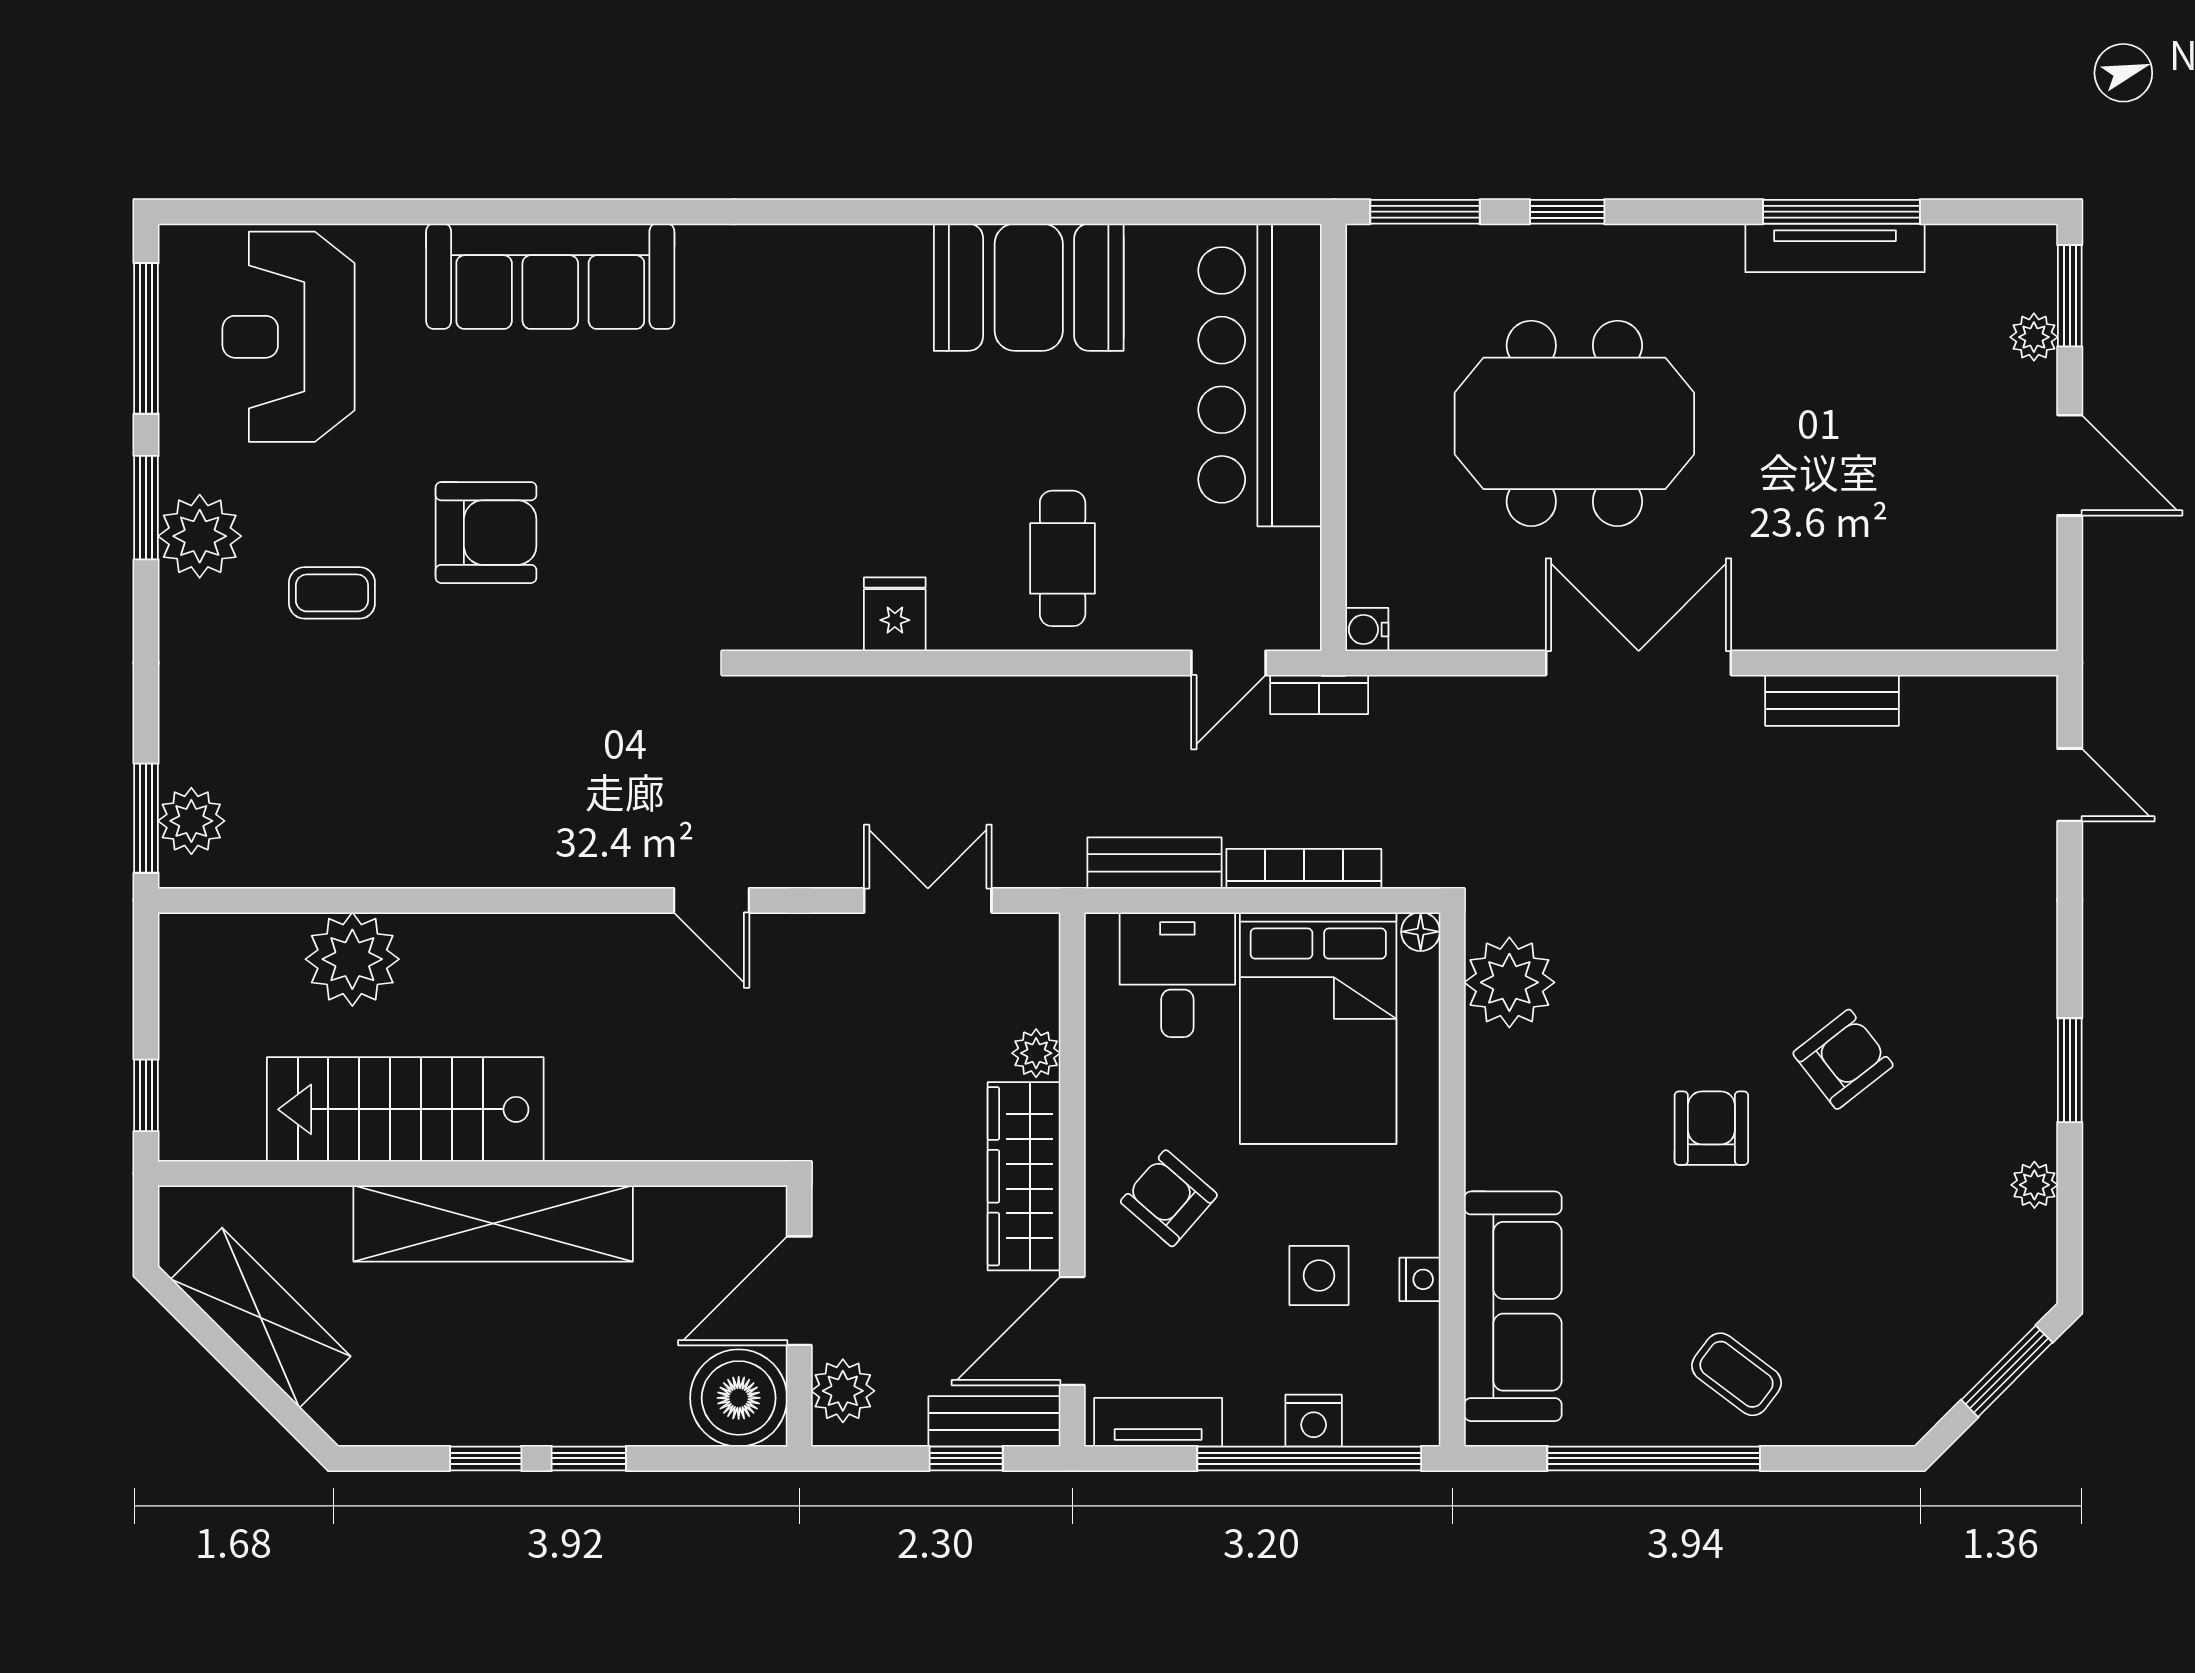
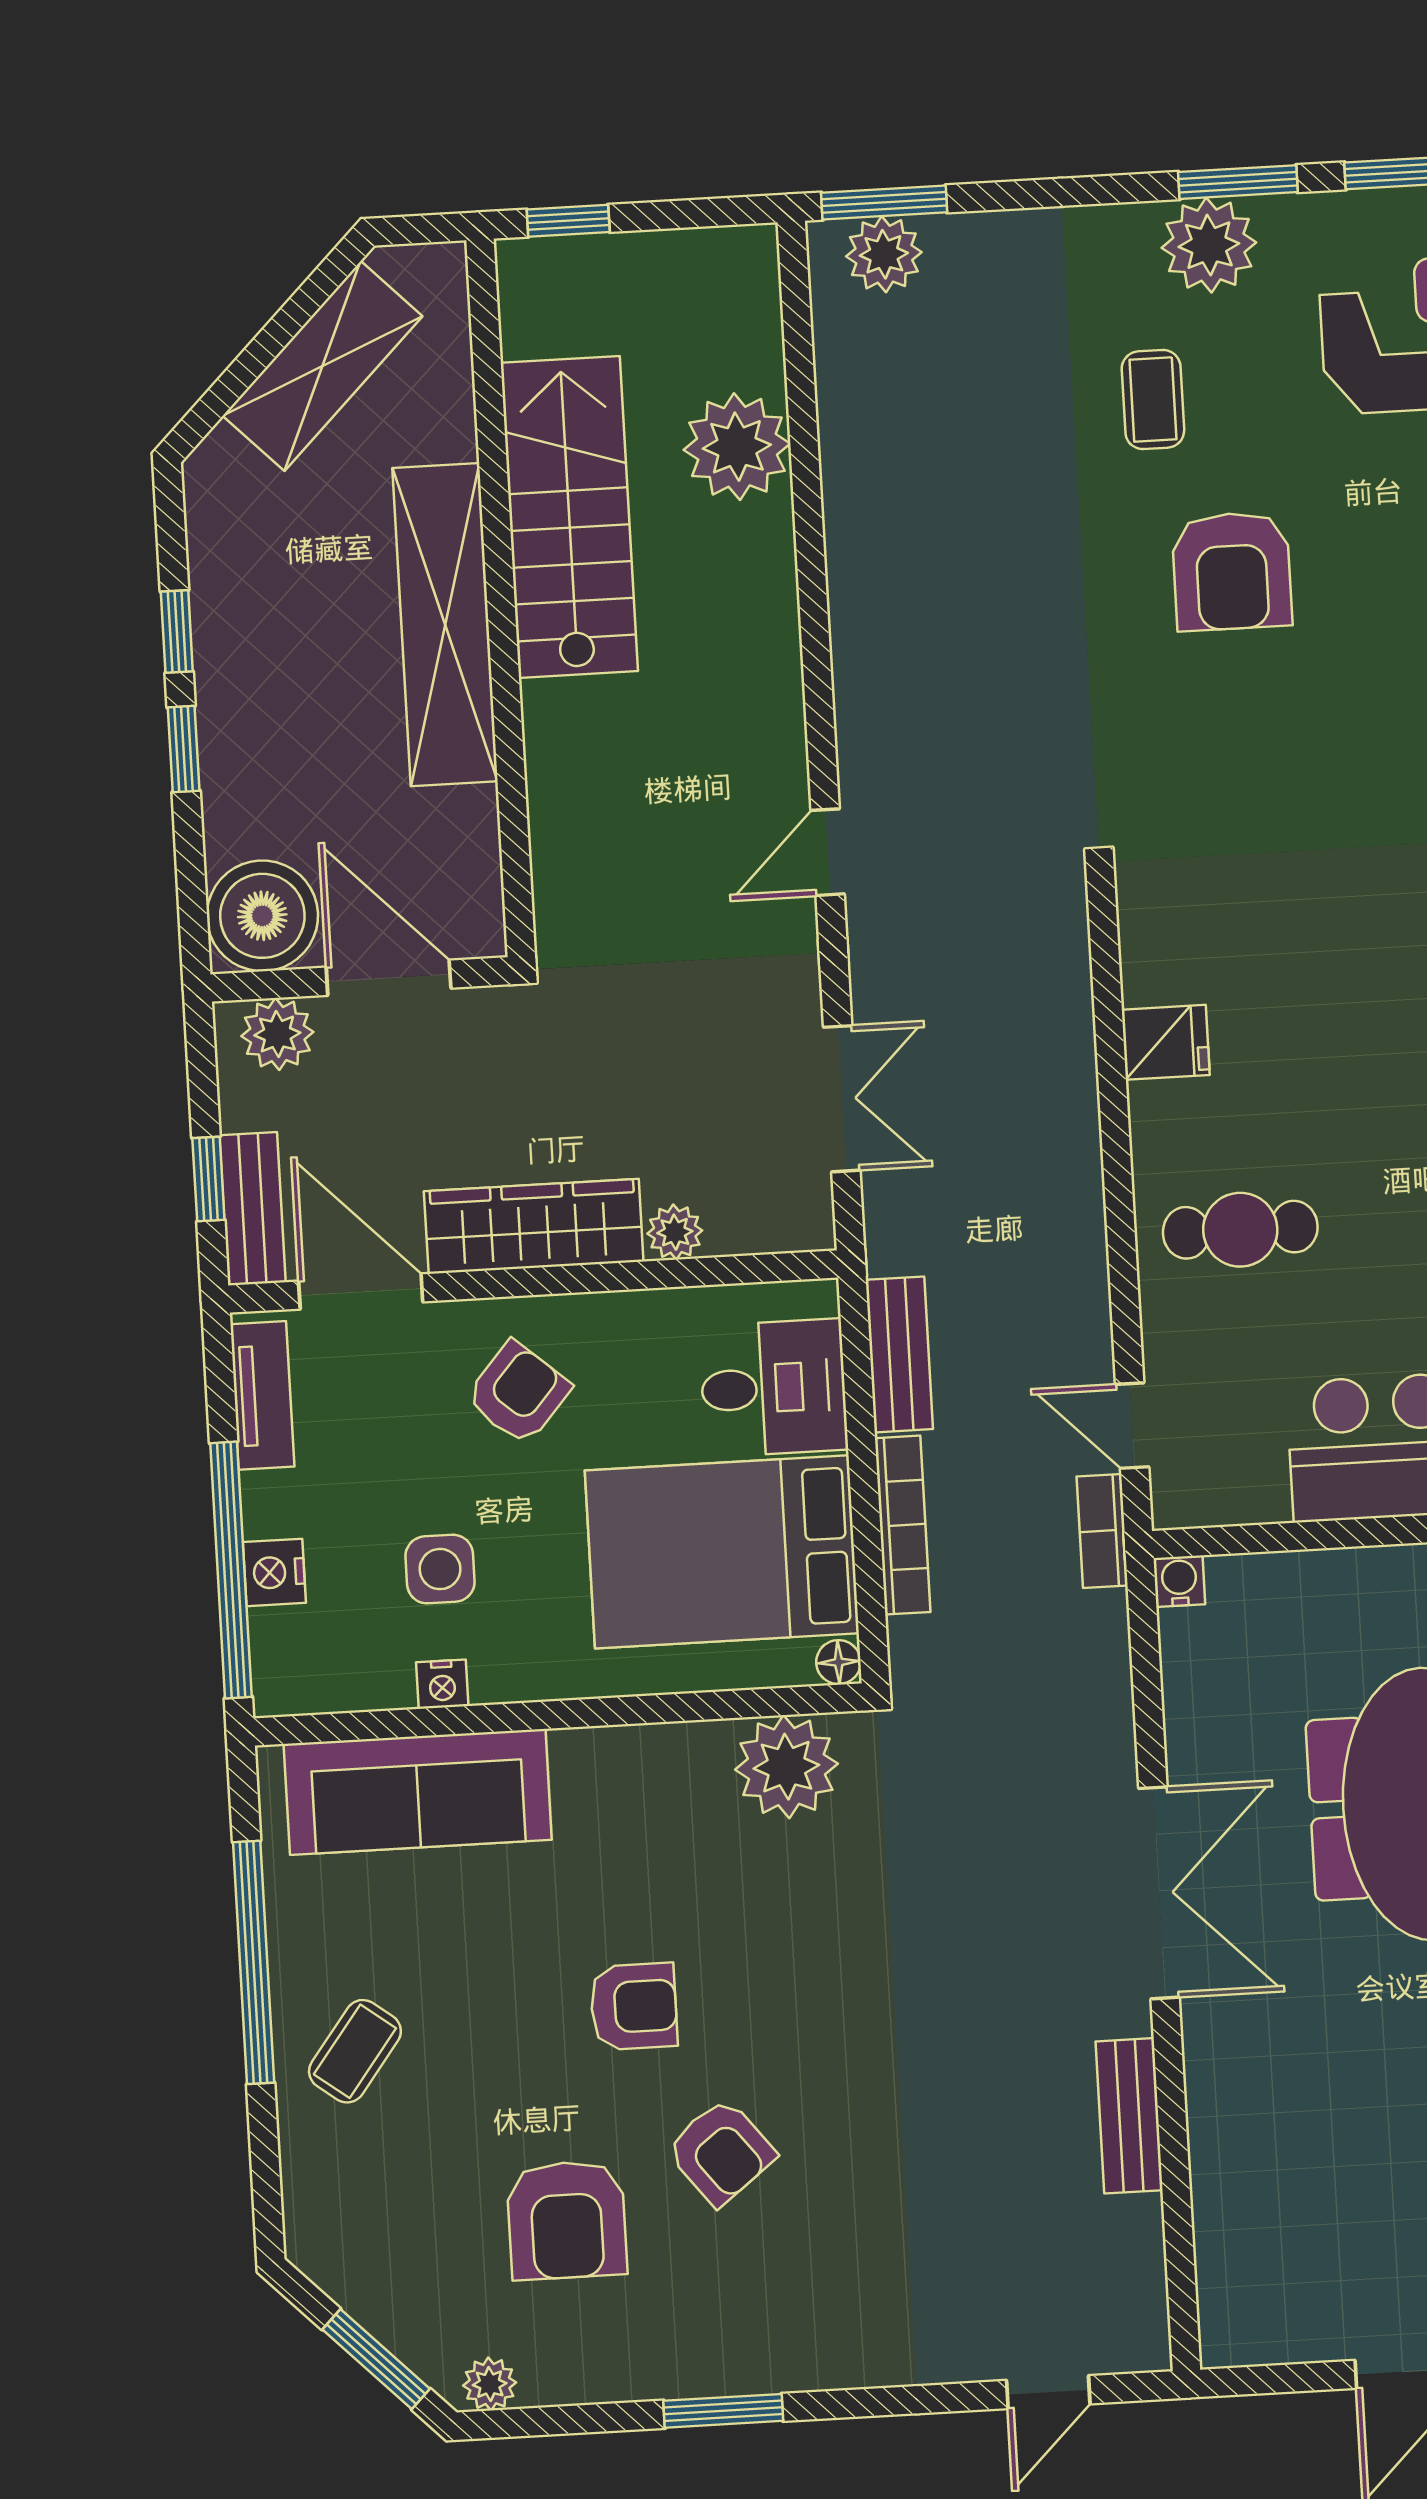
plant: (2034, 1185) -> (490, 2384), moved
armchair: (1895, 1198) -> (567, 2220), added

